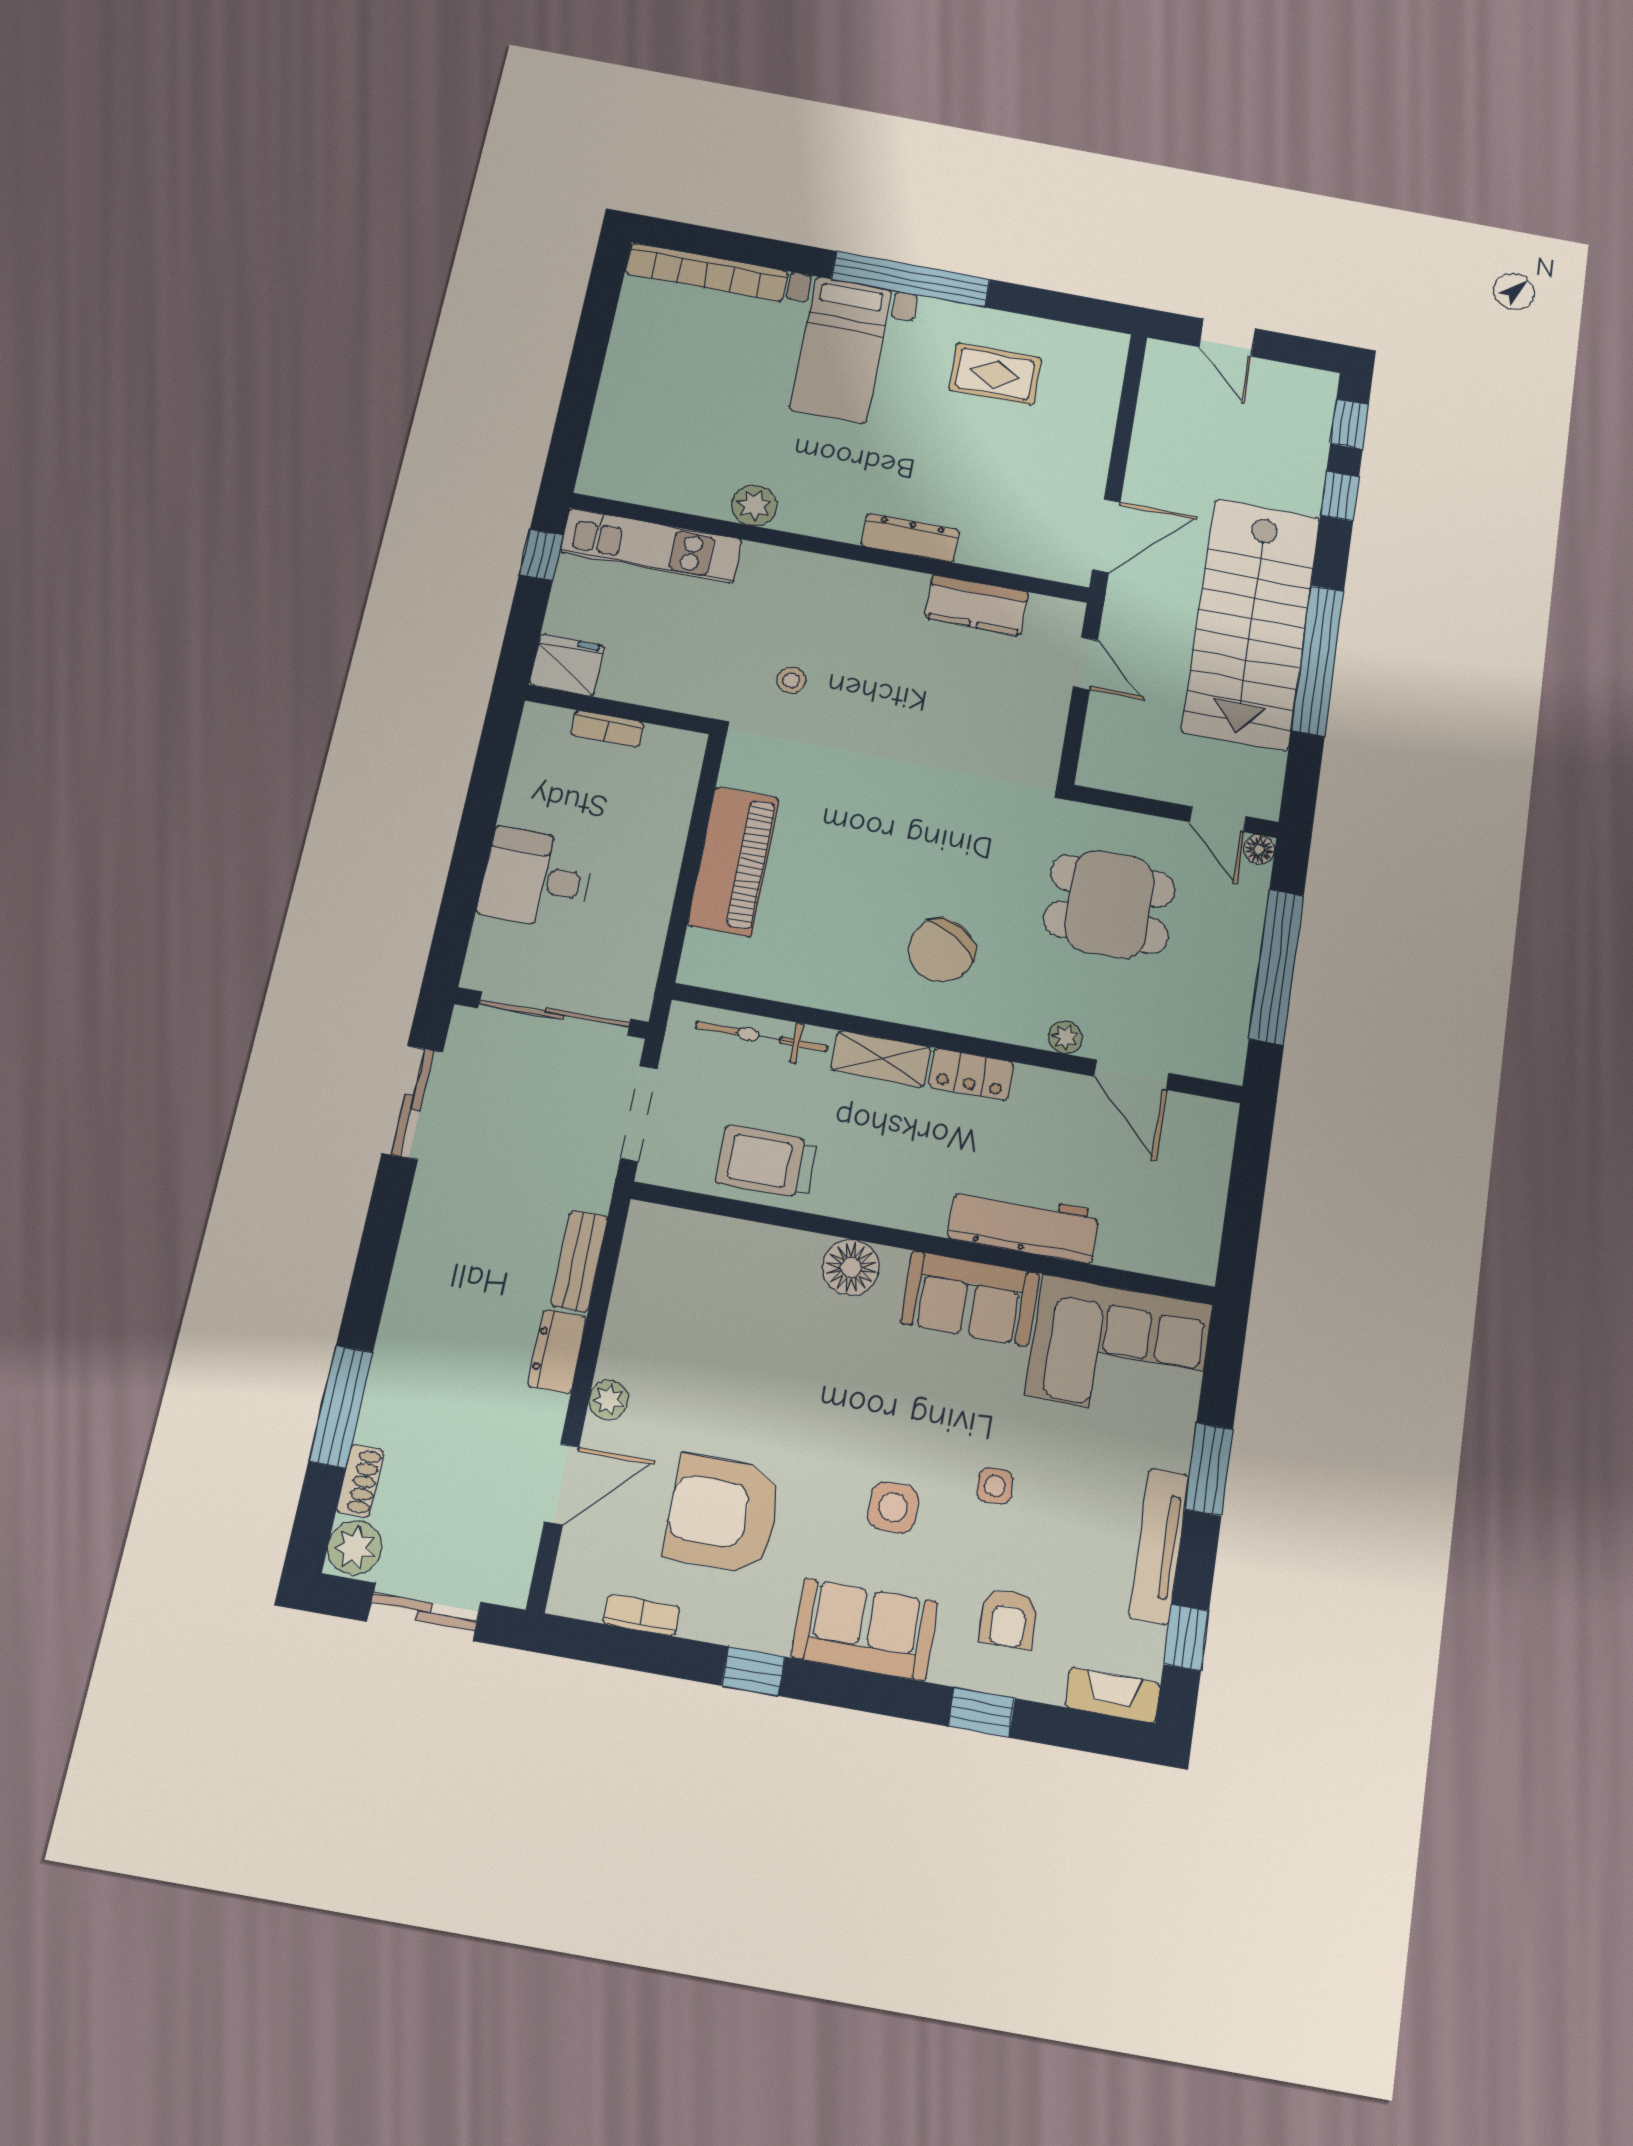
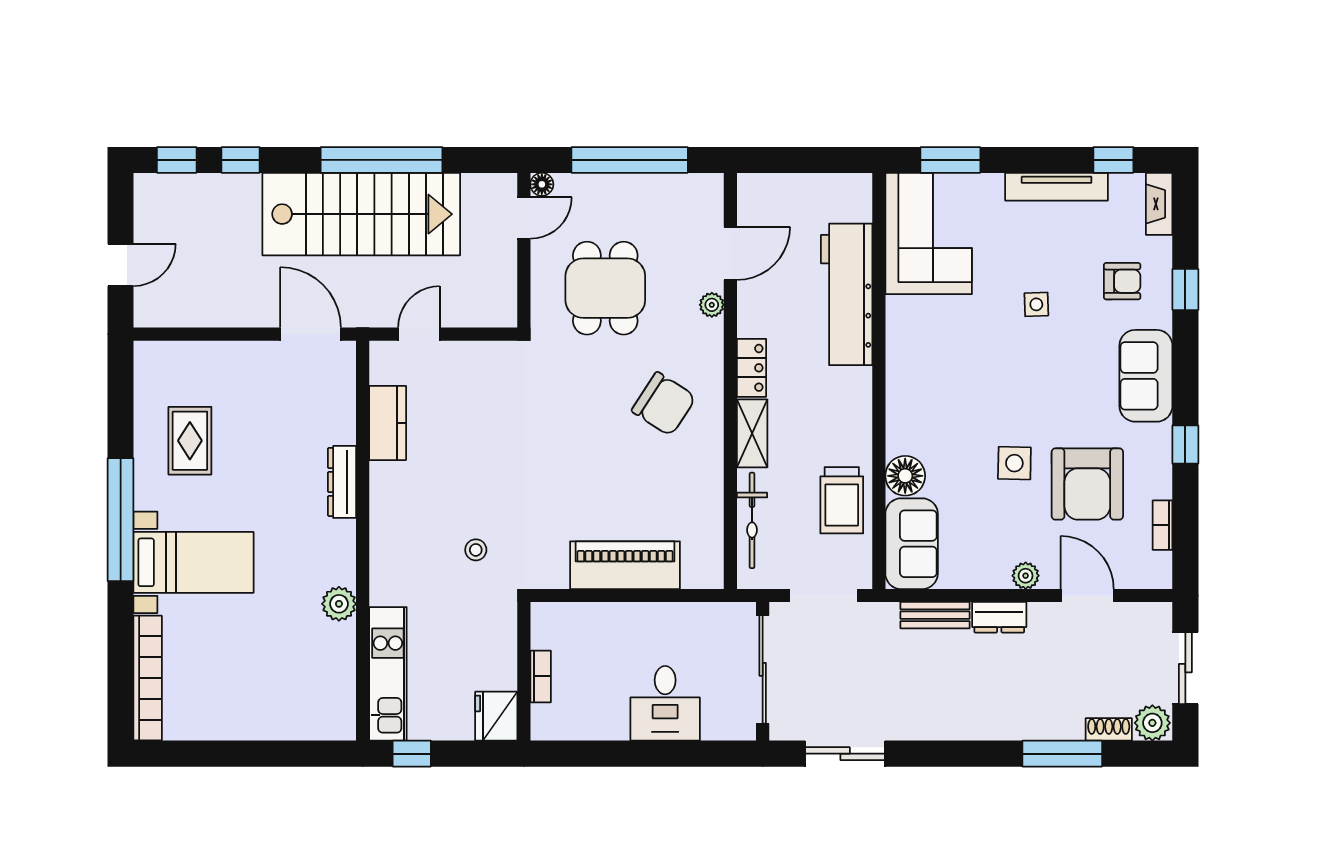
workbench: (1024, 1224) -> (847, 294), width x1.36, depth x1.32
floor lamp: (851, 1268) -> (905, 476), moved
sofa: (970, 1298) -> (912, 544), moved
window: (1209, 1469) -> (950, 160), moved
side table: (893, 1507) -> (1014, 463), moved

